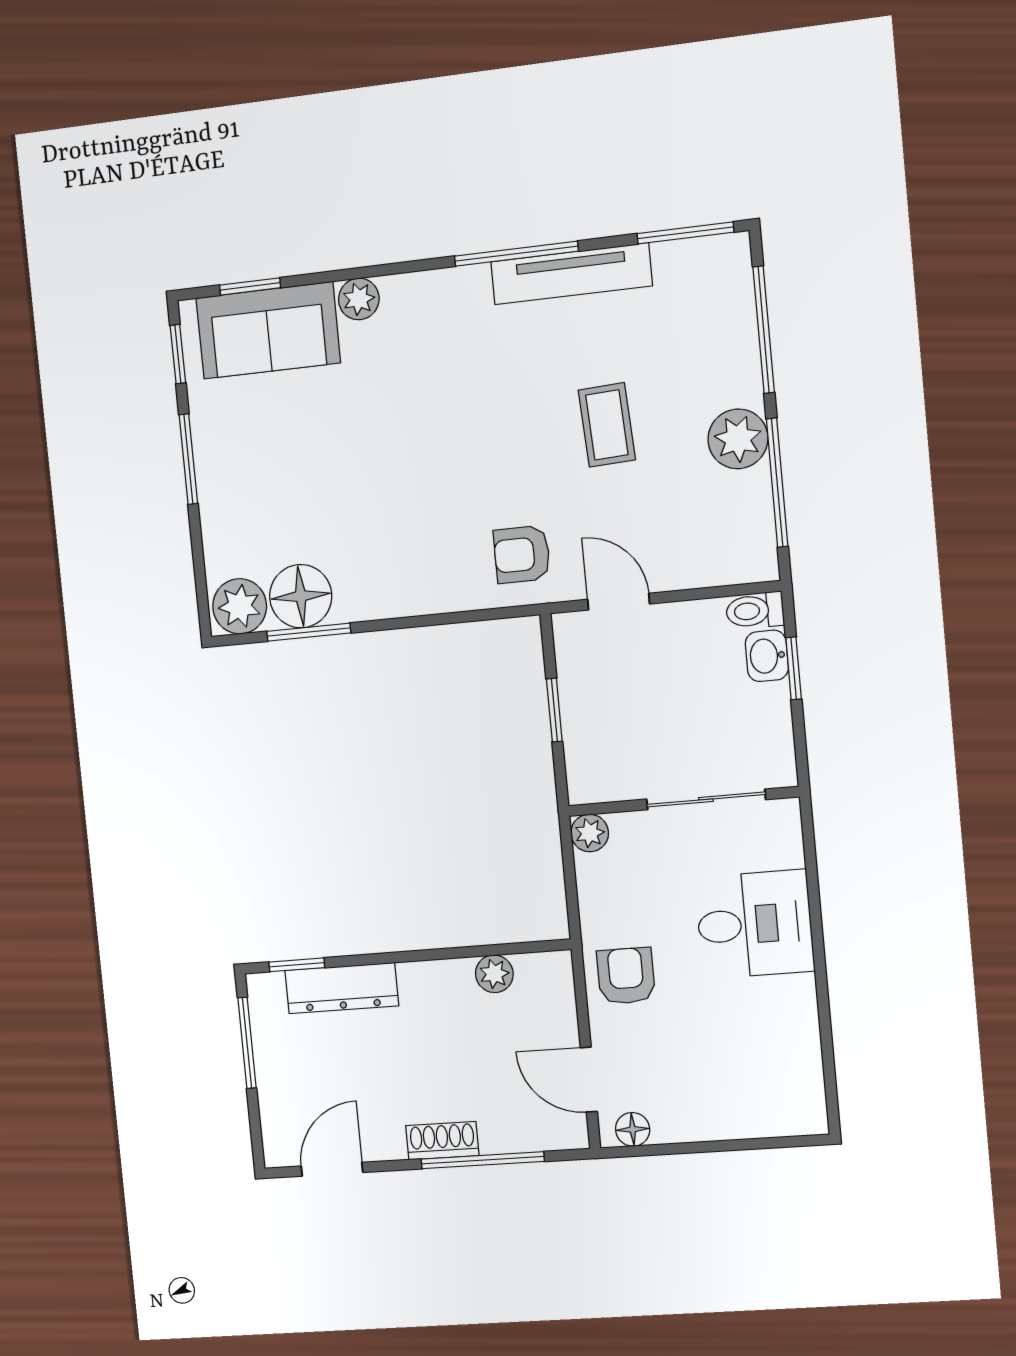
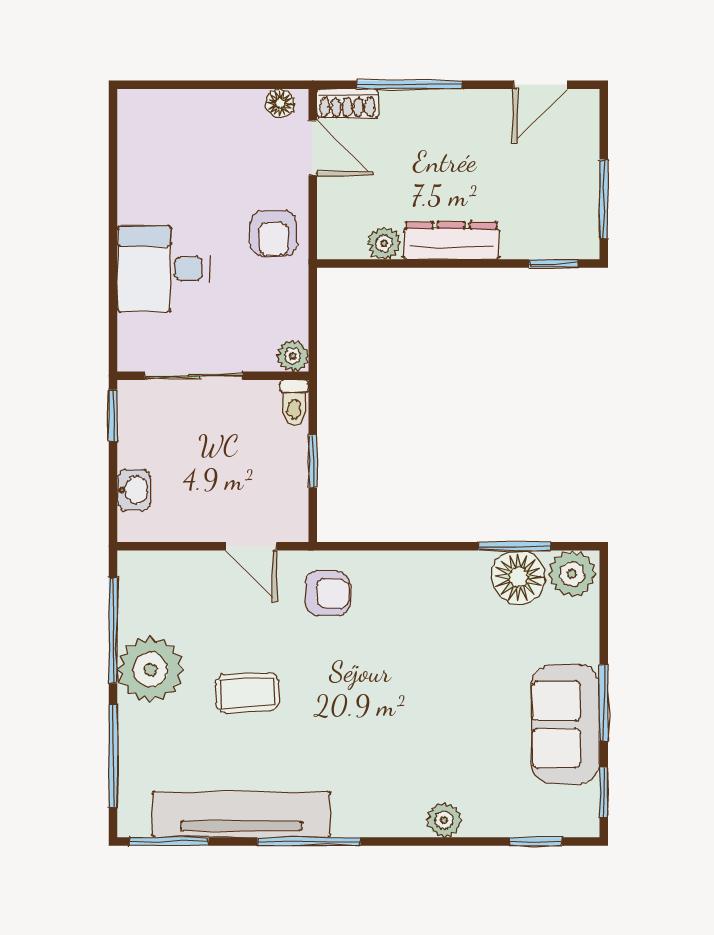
tv unit: (571, 274) -> (241, 814), width x1.36, depth x1.29
sofa: (268, 330) -> (565, 724), moved, turned -90
coffee table: (607, 425) -> (247, 693), turned 90
plant: (738, 439) -> (150, 670), width x1.36, depth x1.36
toilet: (755, 611) -> (294, 403), moved, turned 90
window: (794, 668) -> (113, 415), moved
dresser: (342, 988) -> (451, 241), moved
shoe rack: (442, 1141) -> (347, 104), moved

